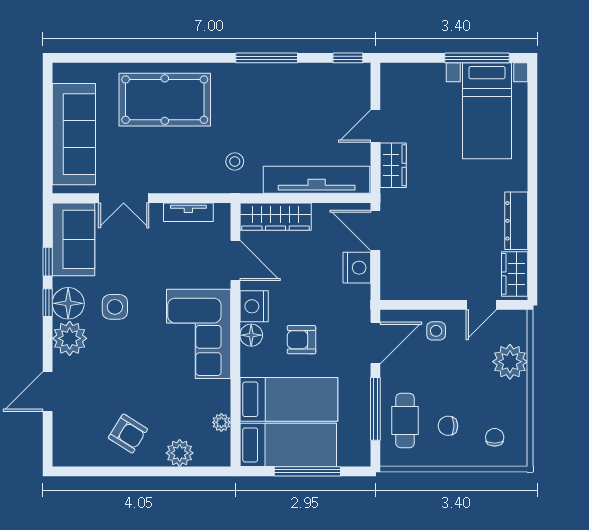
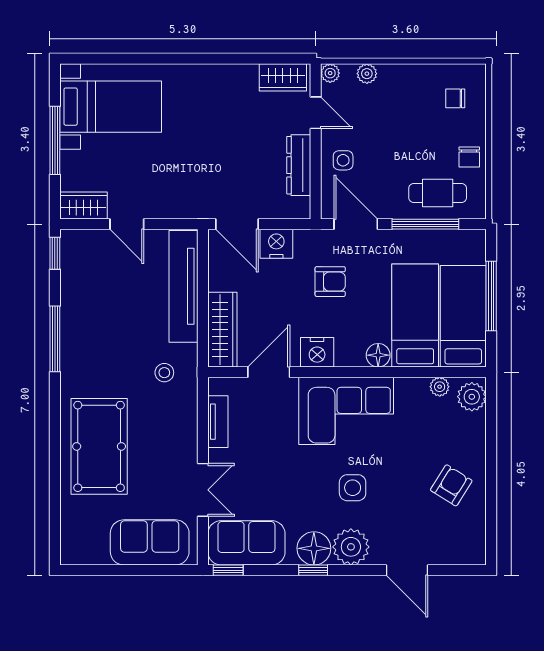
window: (477, 58) -> (55, 140), moved
sofa: (74, 134) -> (150, 542), width x0.73
wardrobe: (393, 165) -> (84, 205), moved
dresser: (516, 221) -> (299, 165), moved, turned 90
door: (375, 230) -> (237, 224), hinge flipped
window: (48, 262) -> (228, 570), moved
side table: (115, 307) -> (353, 488), moved
plant: (519, 319) -> (330, 73), added
floor lamp: (251, 335) -> (378, 355), moved
armchair: (301, 340) -> (330, 282), moved, turned -90
plant: (510, 362) -> (367, 74), width x0.53, depth x0.53
chair: (448, 426) -> (469, 157), moved
plant: (180, 453) -> (472, 397), moved

